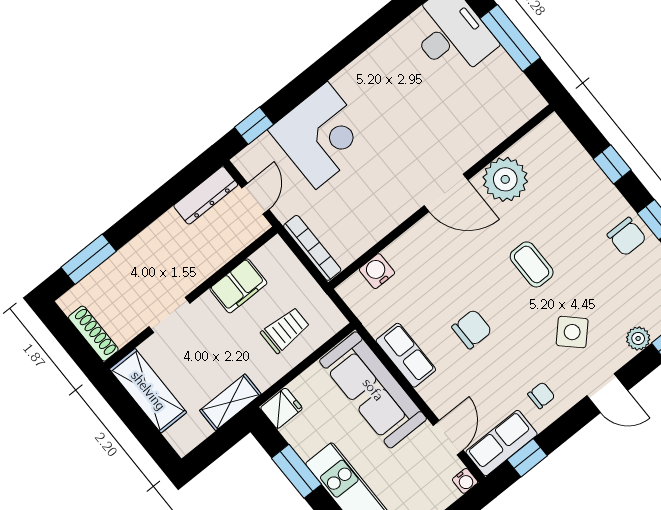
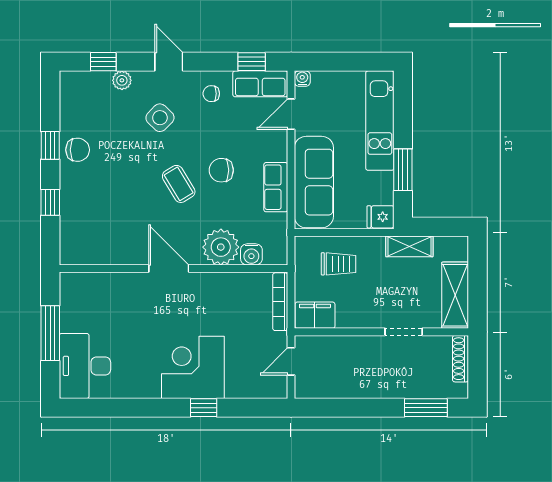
window: (254, 126) -> (204, 408), moved
corner desk: (322, 135) -> (193, 367), moved
plant: (505, 179) -> (221, 247), moved
dresser: (206, 195) -> (320, 388), removed
chair: (627, 237) -> (78, 150), turned 90
coffee table: (532, 264) -> (179, 184), moved, turned -31
filing cabinet: (238, 286) -> (315, 315), moved
trolley: (285, 330) -> (339, 264), turned 180

